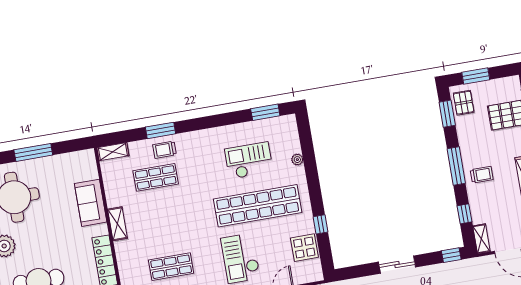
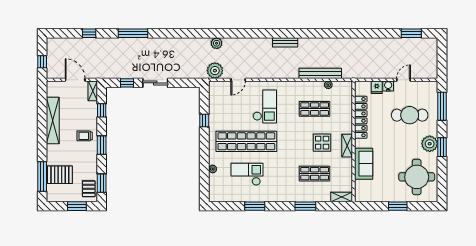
window: (265, 112) -> (255, 206), moved
trolley: (164, 150) -> (305, 192), removed
window: (33, 152) -> (398, 206), width x0.69
checkout: (249, 160) -> (247, 174), turned 180
window: (456, 166) -> (102, 145), width x0.69
display table: (304, 248) -> (322, 143), moved
window: (451, 255) -> (127, 83), moved

